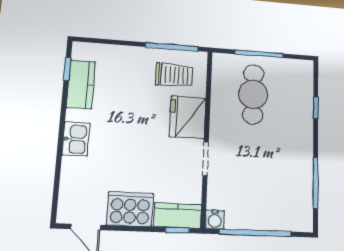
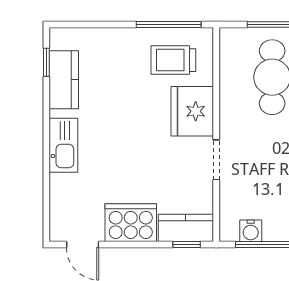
trolley: (174, 75) -> (173, 60), turned 180
kitchen sink: (76, 139) -> (63, 145), width x1.38
water cooler: (215, 219) -> (251, 231), moved

